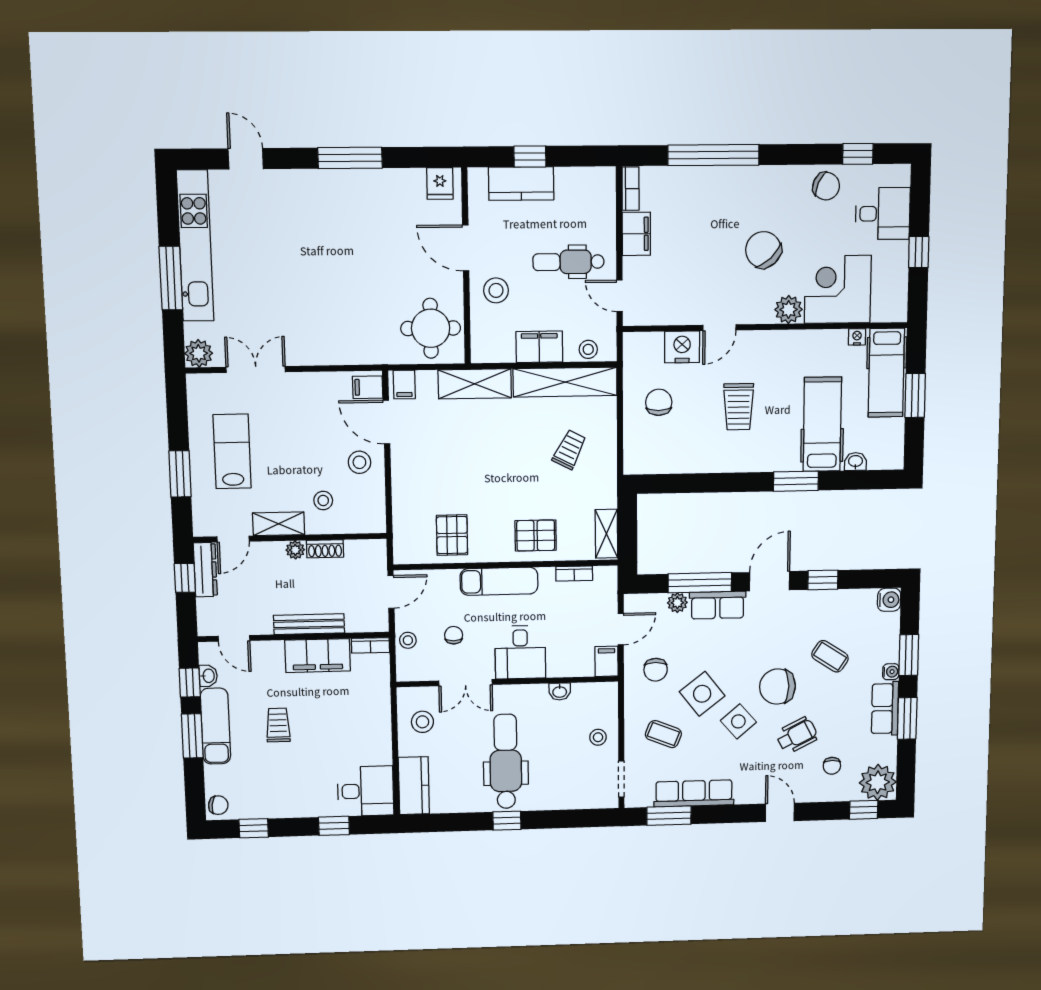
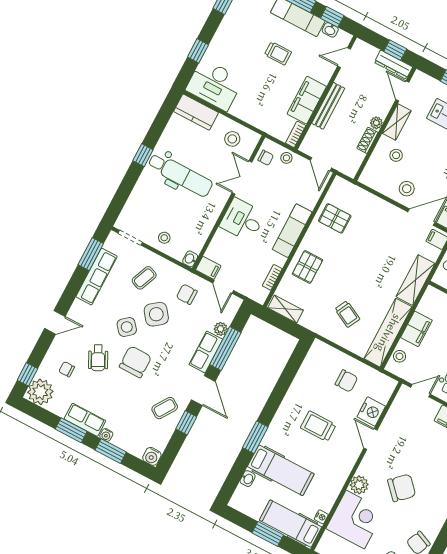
chair: (454, 635) -> (266, 158), moved
coffee table: (830, 656) -> (165, 408), moved
washbasin: (560, 692) -> (190, 259), moved
desk: (366, 791) -> (215, 85), width x1.37

